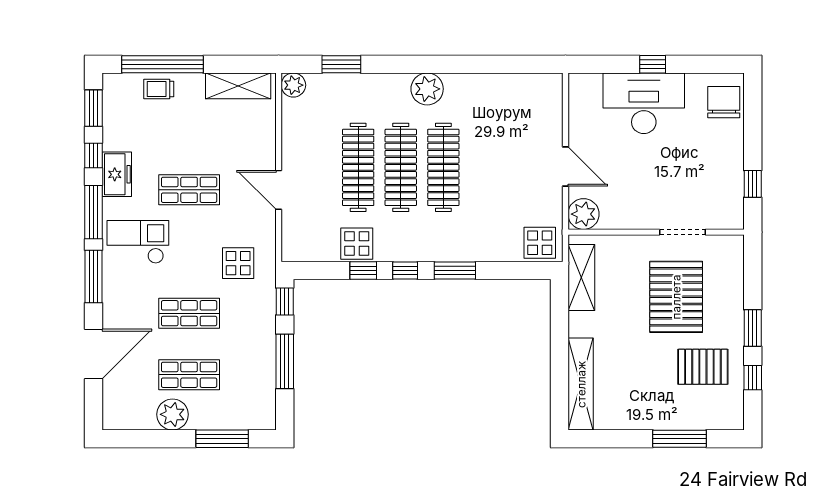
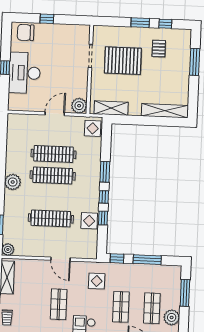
clothes rail: (401, 167) -> (54, 154), moved
window: (753, 184) -> (47, 19), moved
door: (279, 190) -> (60, 259), hinge flipped
pallet: (703, 367) -> (159, 49), width x0.67, depth x0.71

